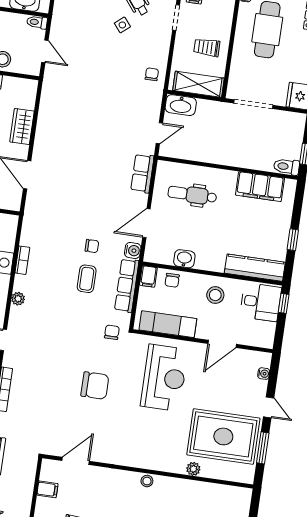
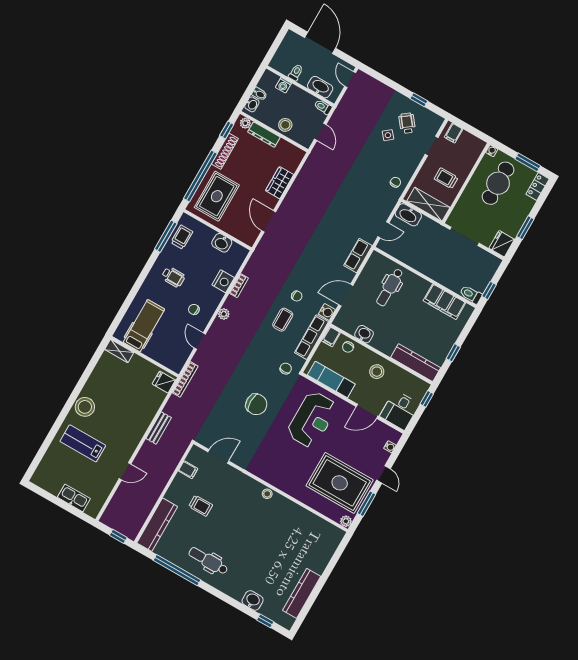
dental chair: (192, 195) -> (390, 287), turned -90
desk: (261, 302) -> (400, 410), moved, turned 90
plant: (193, 469) -> (346, 521), moved

